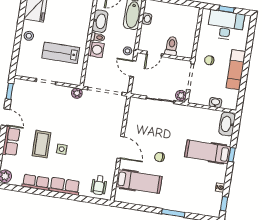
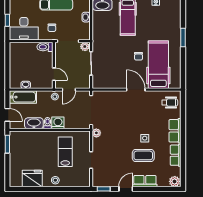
desk: (226, 25) -> (24, 29), moved, turned -90
toilet: (172, 46) -> (45, 47), moved
lab bench: (61, 53) -> (65, 152), turned 180
door: (121, 147) -> (136, 90), hinge flipped
hospital bed: (139, 182) -> (158, 65), width x1.37, depth x1.29

